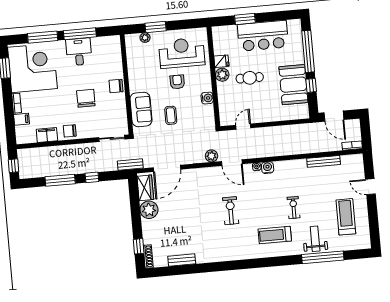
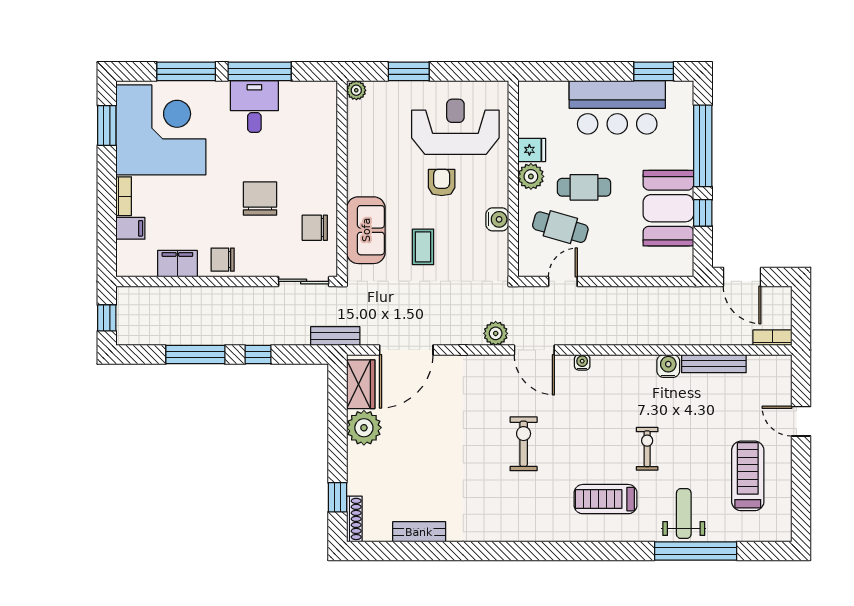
window: (245, 19) -> (654, 71), moved
plant: (145, 38) -> (356, 90), moved
chair: (116, 86) -> (315, 228), moved
cafe table: (239, 99) -> (560, 227), added
water cooler: (268, 168) -> (668, 366), moved

